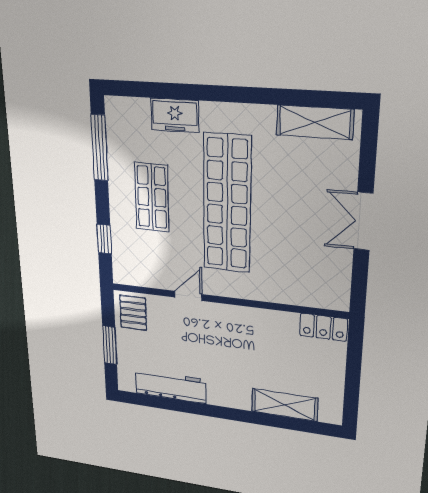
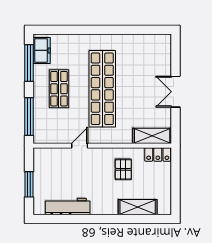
freezer: (175, 115) -> (42, 50), moved, turned -90
shelving: (315, 122) -> (152, 136), moved
window: (104, 239) -> (29, 116), width x2.17
pallet: (133, 313) -> (123, 169), moved

